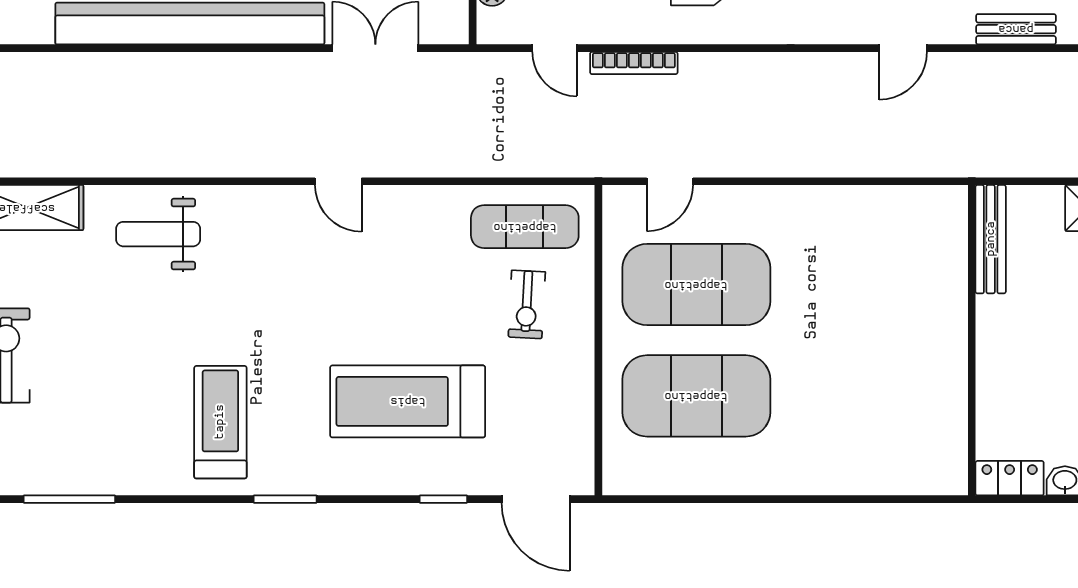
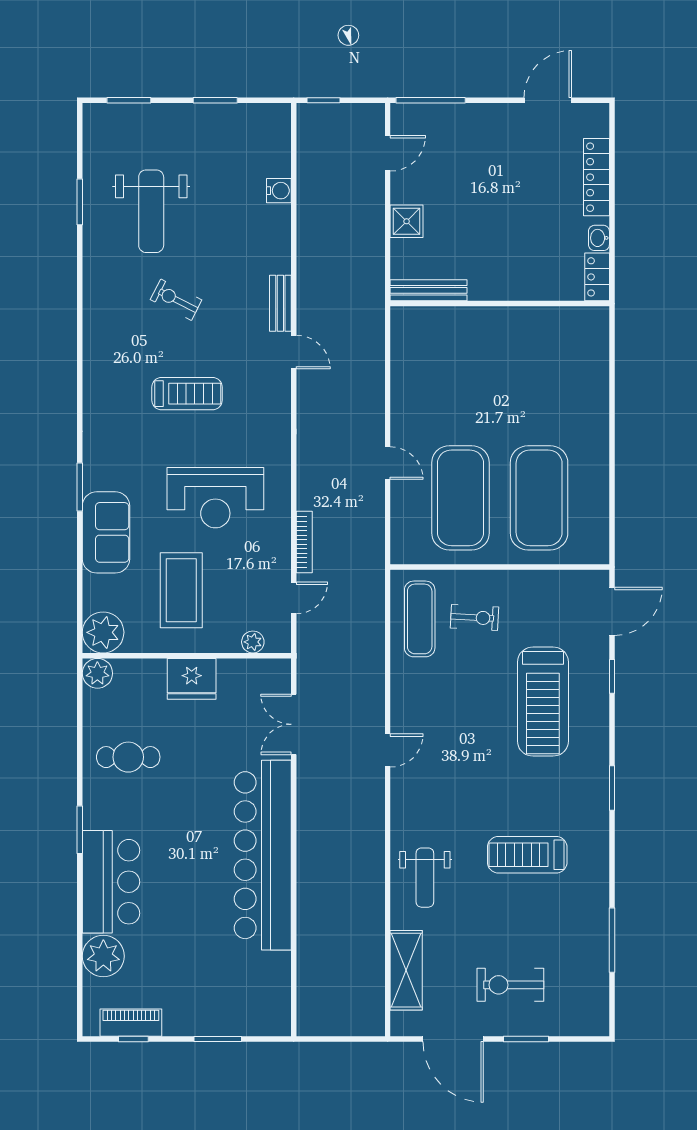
bench: (1016, 29) -> (280, 303), moved
door: (670, 181) -> (388, 463), moved
treadmill: (220, 422) -> (527, 855), moved

